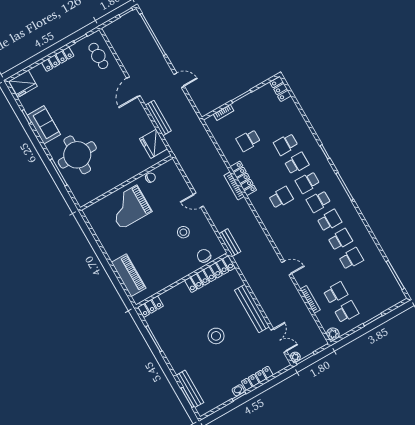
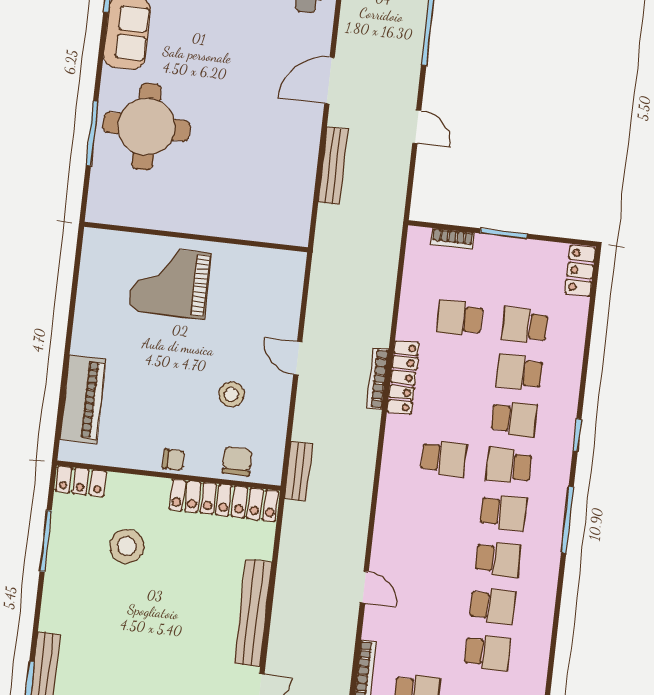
school desk: (275, 125) -> (525, 326), added
fridge: (153, 144) -> (292, 204), removed
chair: (150, 178) -> (173, 460), moved
school desk: (318, 201) -> (503, 512), turned 180
stool: (216, 336) -> (127, 546), moved

